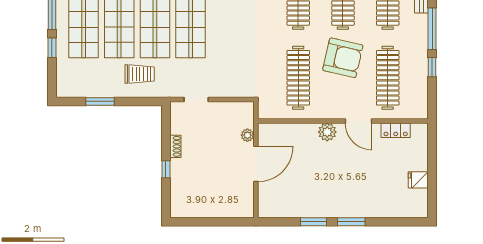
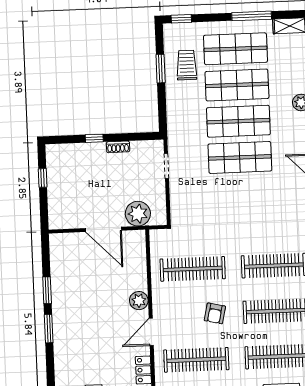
window: (52, 48) -> (181, 19), moved
armchair: (343, 58) -> (215, 313), width x0.53, depth x0.53
trolley: (140, 74) -> (187, 65), moved, turned 180
plant: (247, 135) -> (138, 214), width x1.88, depth x1.88
window: (203, 222) -> (43, 178), added

